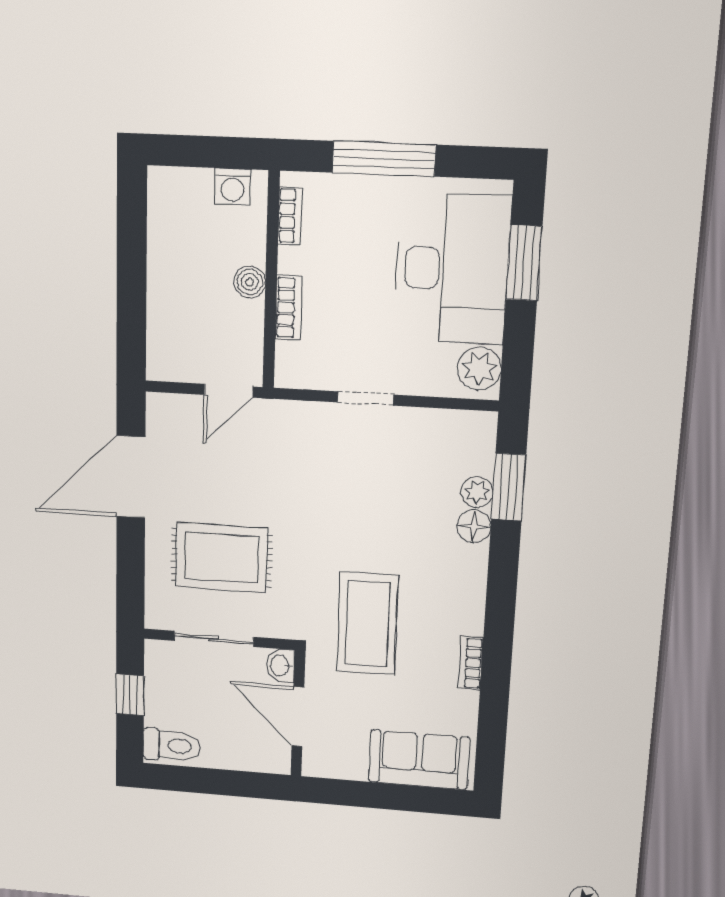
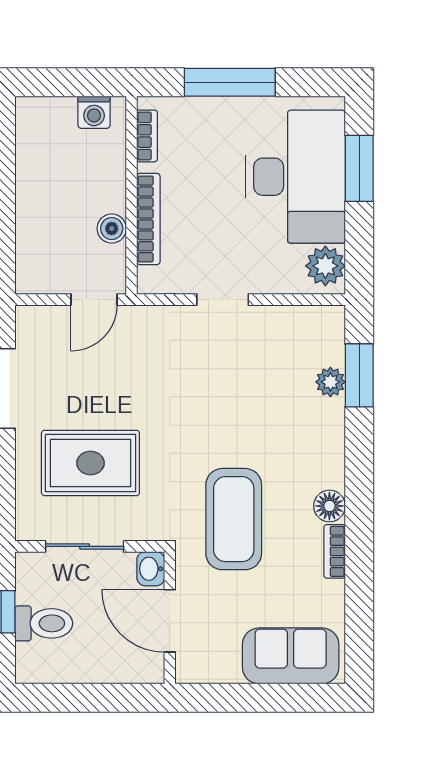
boiler: (250, 282) -> (112, 229), moved
bookcase: (289, 308) -> (148, 219), width x1.56
floor lamp: (474, 526) -> (329, 506), moved
toilet: (172, 745) -> (44, 623), moved

